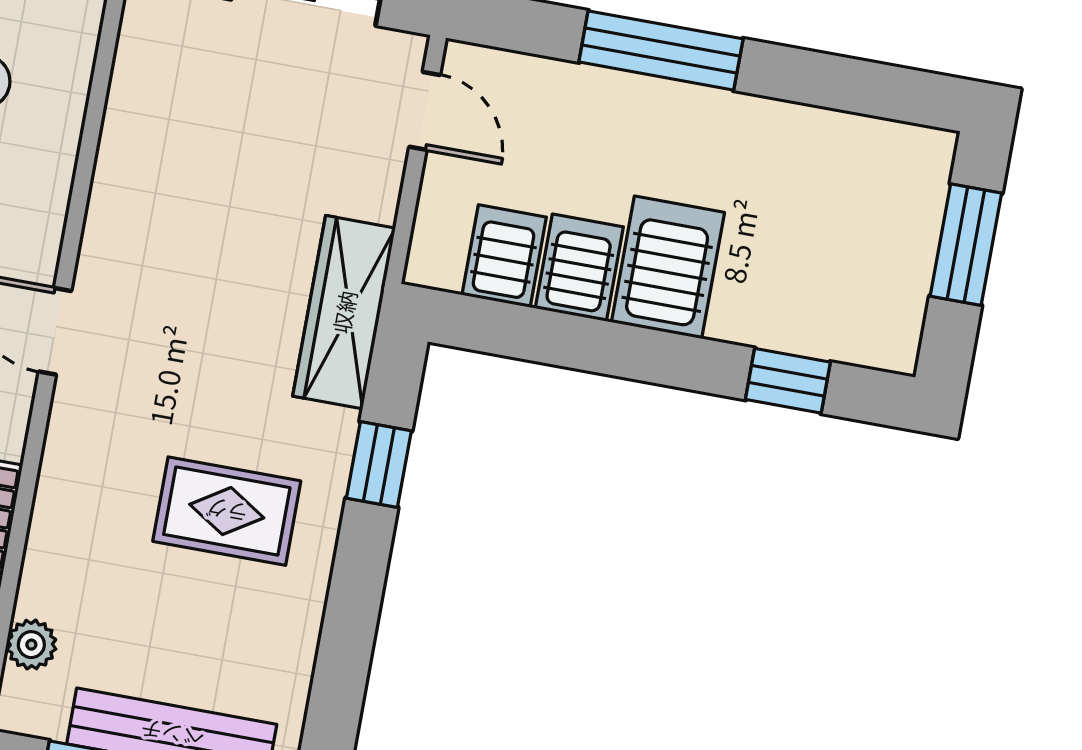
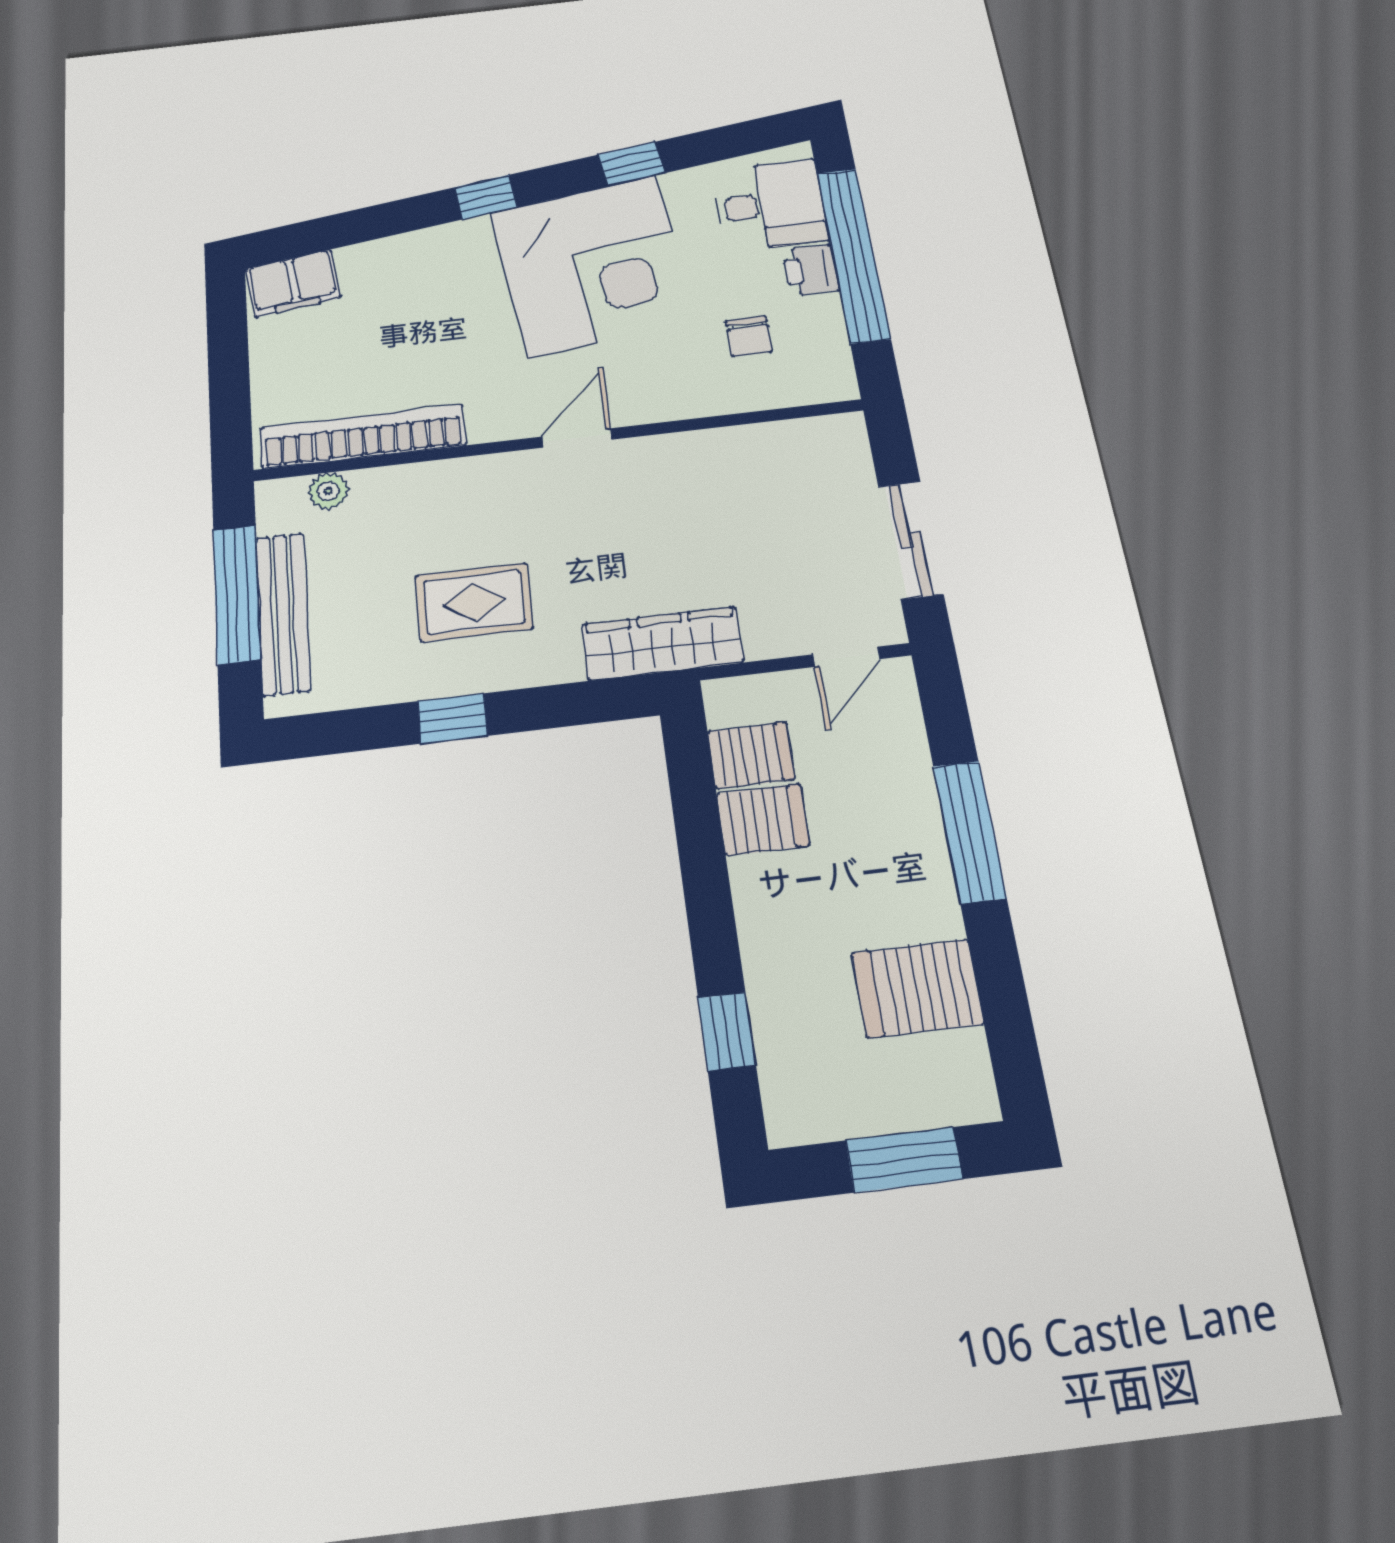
server rack: (668, 267) -> (917, 988), moved, turned 180
window: (379, 464) -> (453, 718), moved
rug: (227, 511) -> (474, 602), turned 90

